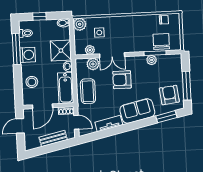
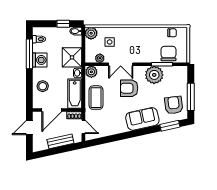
window: (39, 16) -> (63, 24), moved
plant: (152, 60) -> (154, 75), width x1.88, depth x1.88
plant: (93, 64) -> (91, 72), moved
tv unit: (109, 123) -> (114, 130), removed

